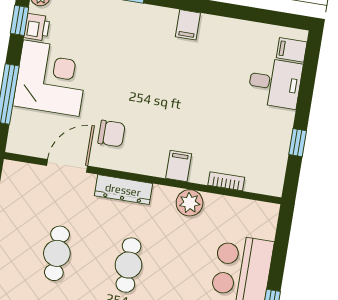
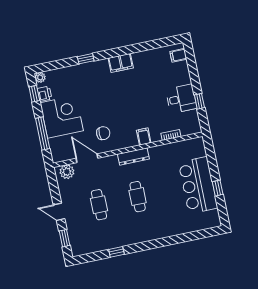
filing cabinet: (188, 25) -> (121, 63), width x2.00
desk: (275, 83) -> (181, 99), moved
door: (67, 166) -> (87, 158), hinge flipped
dresser: (123, 190) -> (133, 157), moved
plant: (190, 203) -> (67, 172), moved

